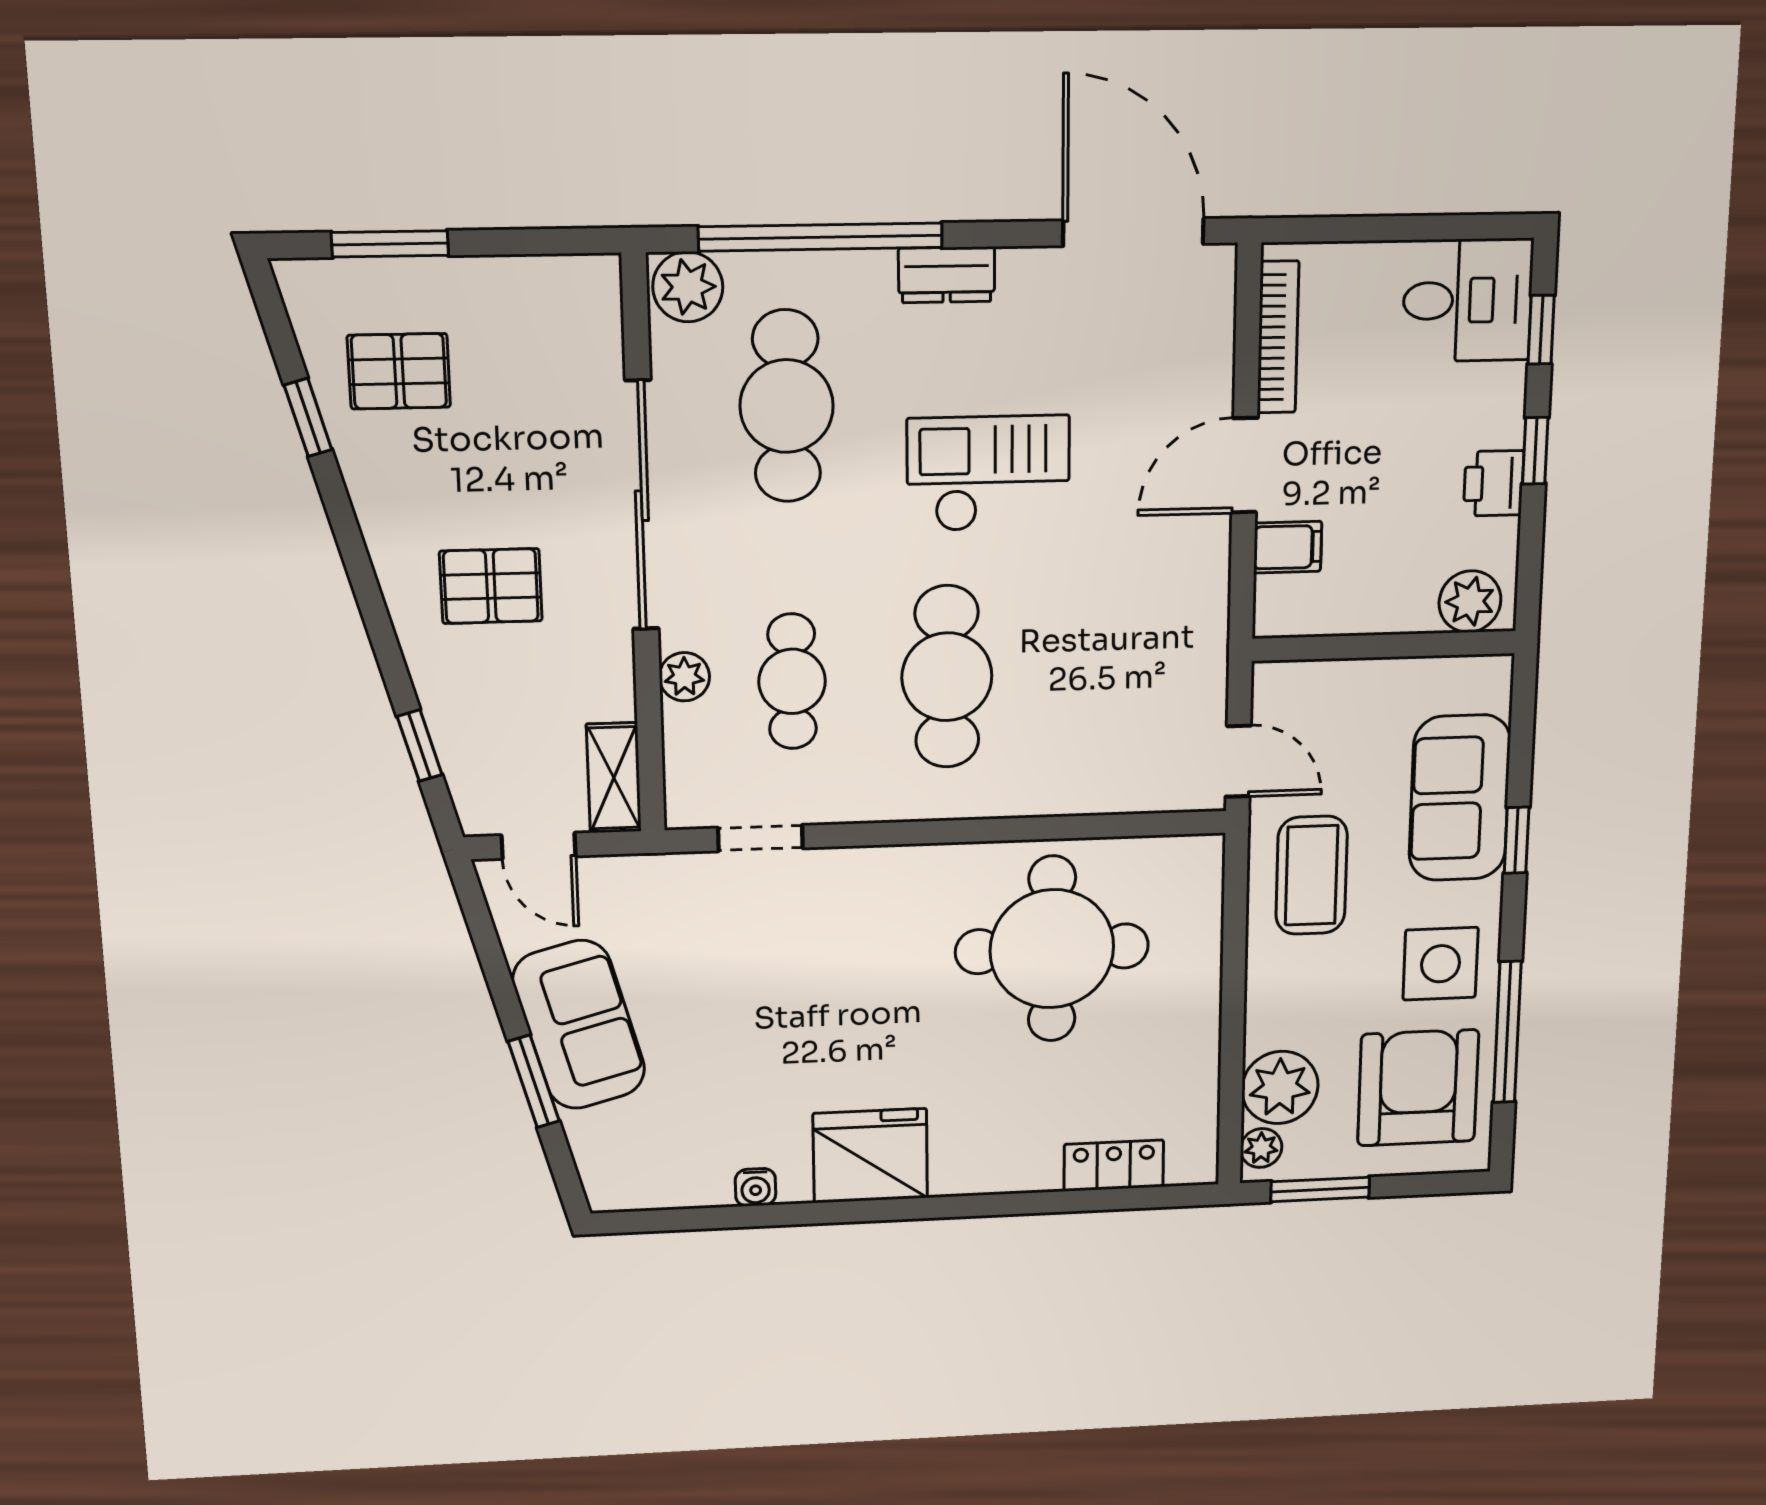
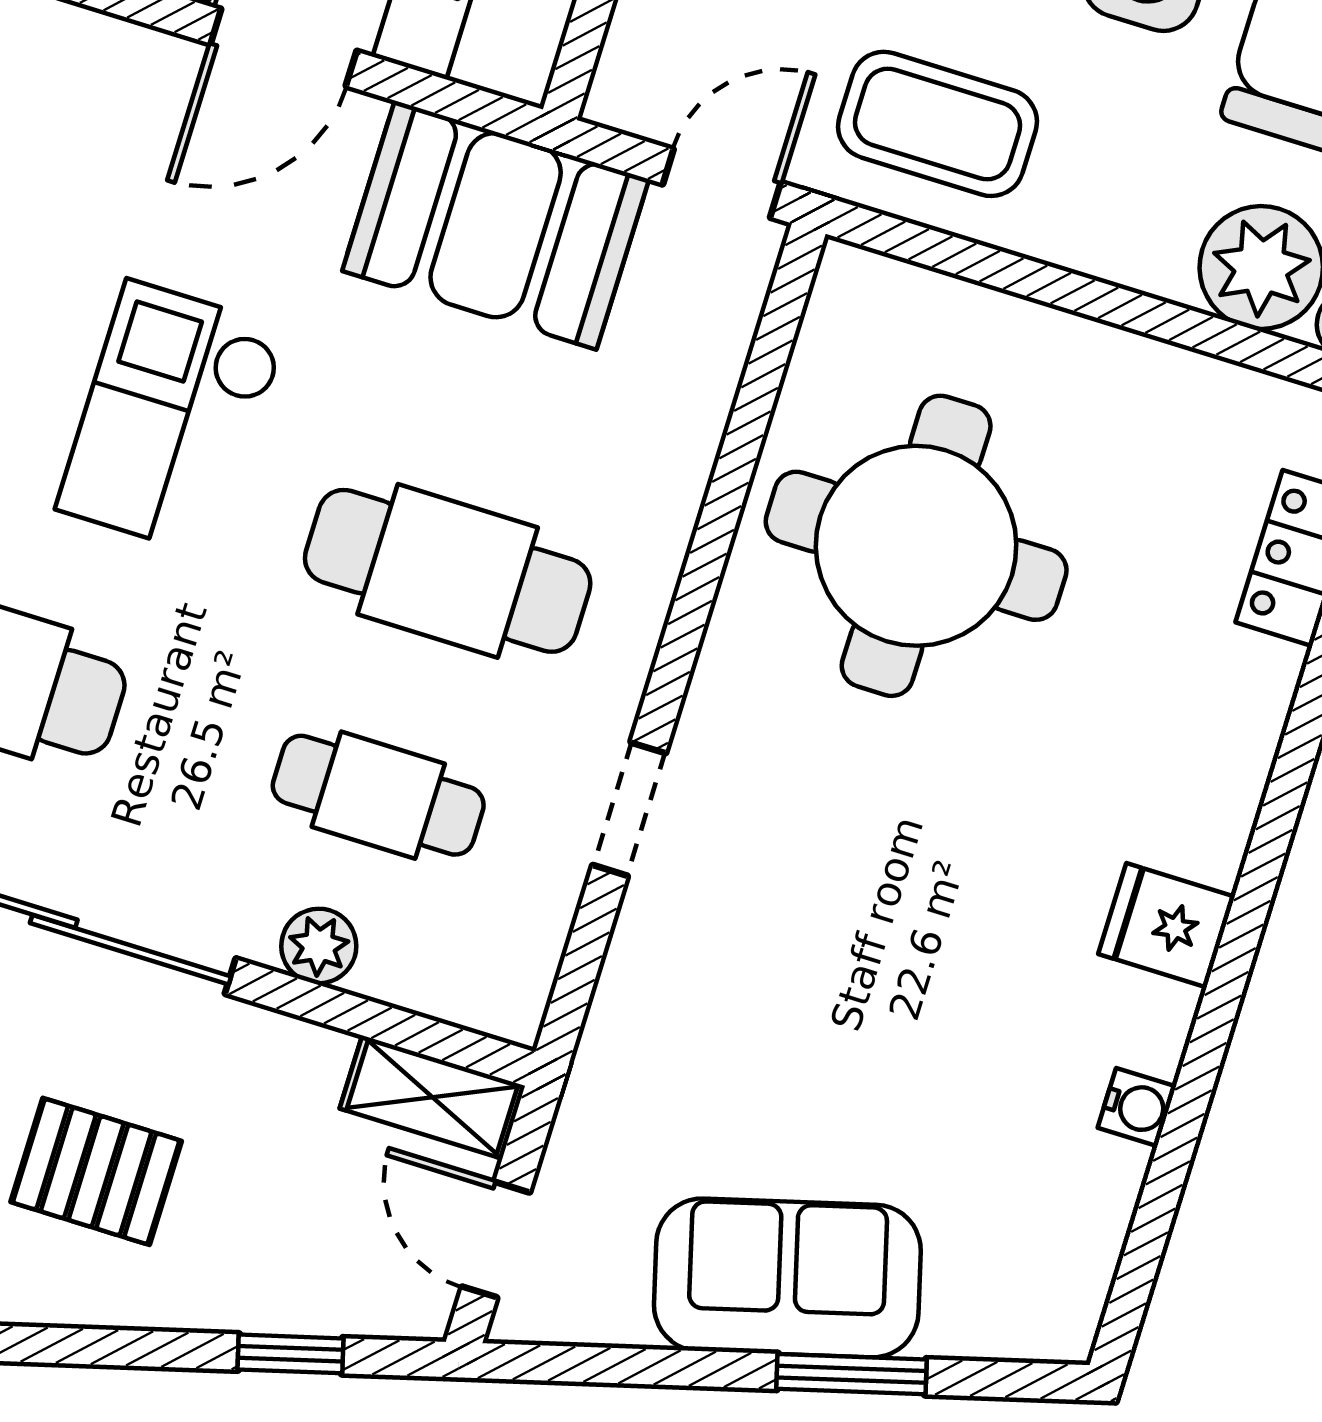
door: (1245, 465) -> (283, 48), hinge flipped
pallet: (491, 586) -> (96, 1171), turned 90
booth: (1172, 634) -> (496, 225), added
doorway: (760, 838) -> (629, 809), moved
door: (539, 846) -> (496, 1240), swing flipped
fridge: (870, 1156) -> (1167, 925), width x0.53, depth x0.75

